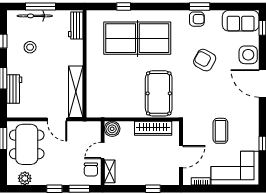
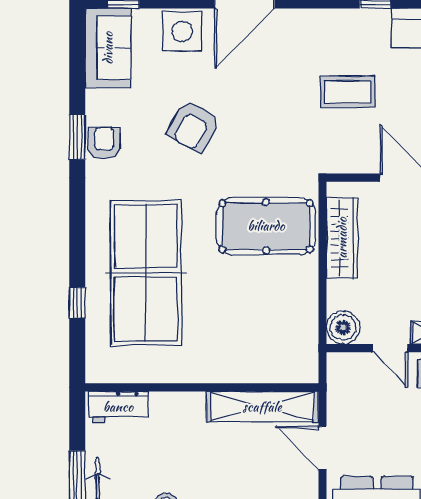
door: (57, 119) -> (322, 448), swing flipped

